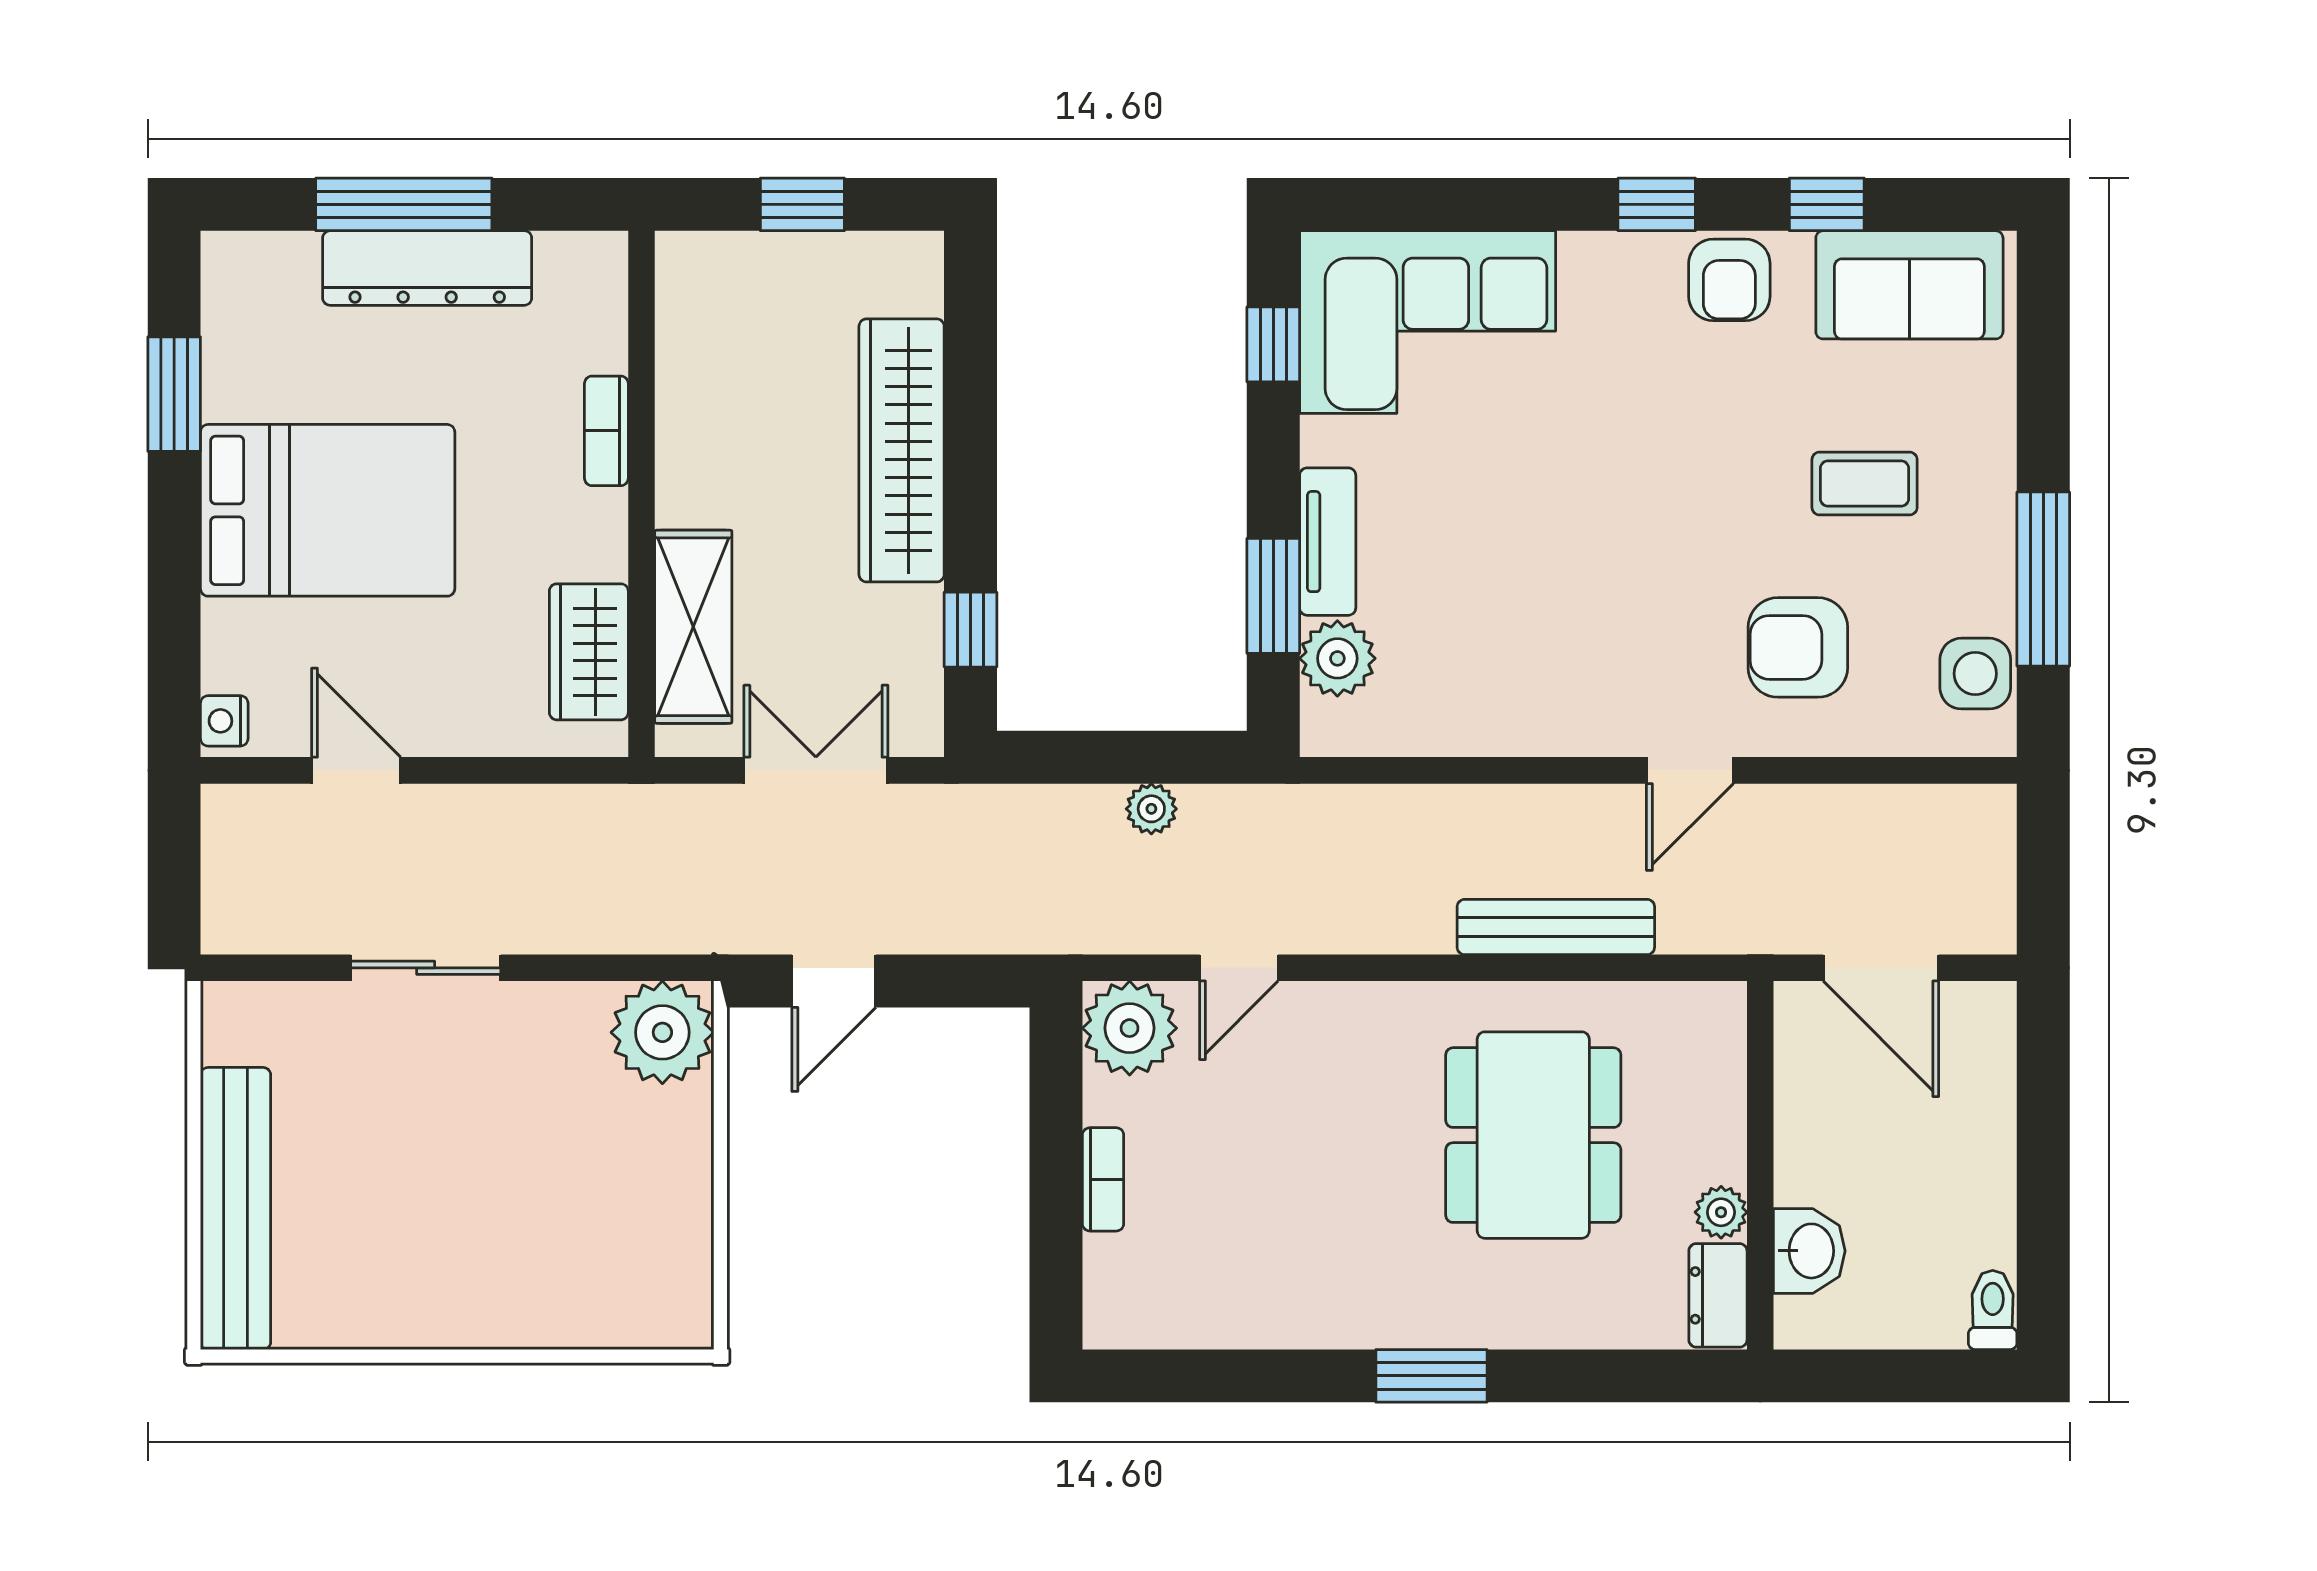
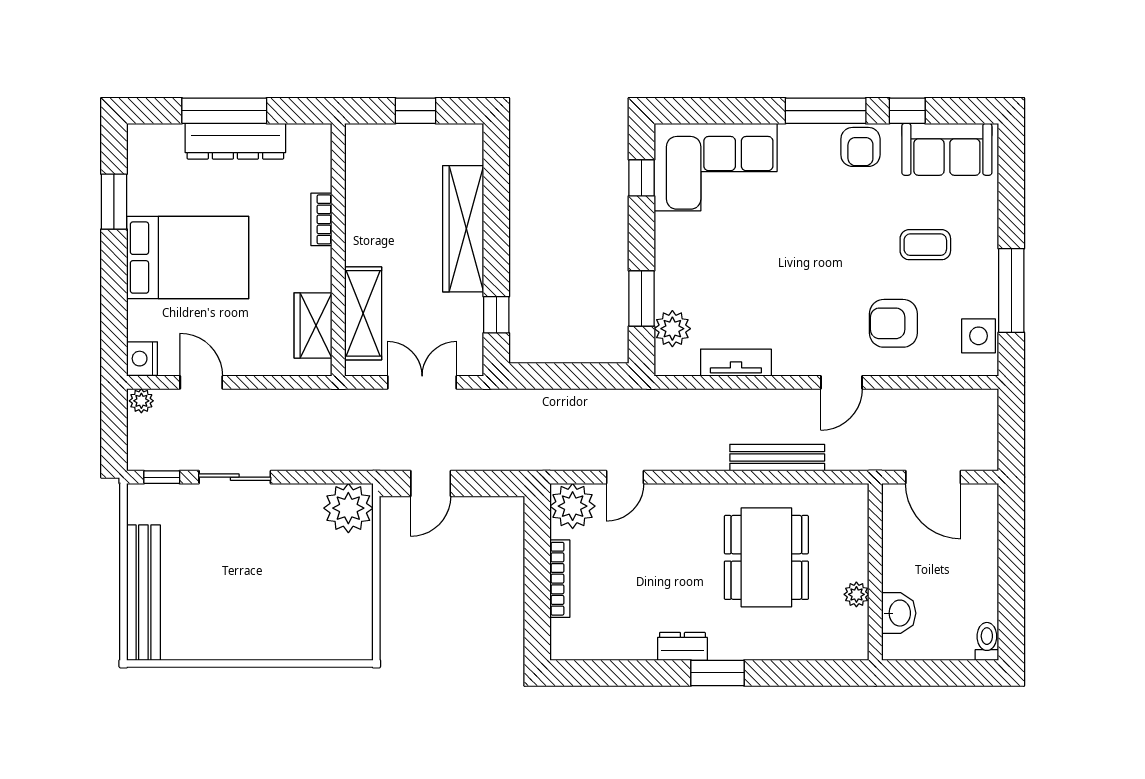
window: (1657, 204) -> (826, 111), width x2.17
tv unit: (1328, 542) -> (736, 363), moved, turned -90
nightstand: (224, 721) -> (142, 359), width x1.39, depth x1.35
plant: (1151, 809) -> (141, 401), moved
window: (274, 968) -> (162, 477), added
bookcase: (1103, 1179) -> (560, 579), width x1.56
dresser: (1718, 1295) -> (682, 646), moved, turned 90

